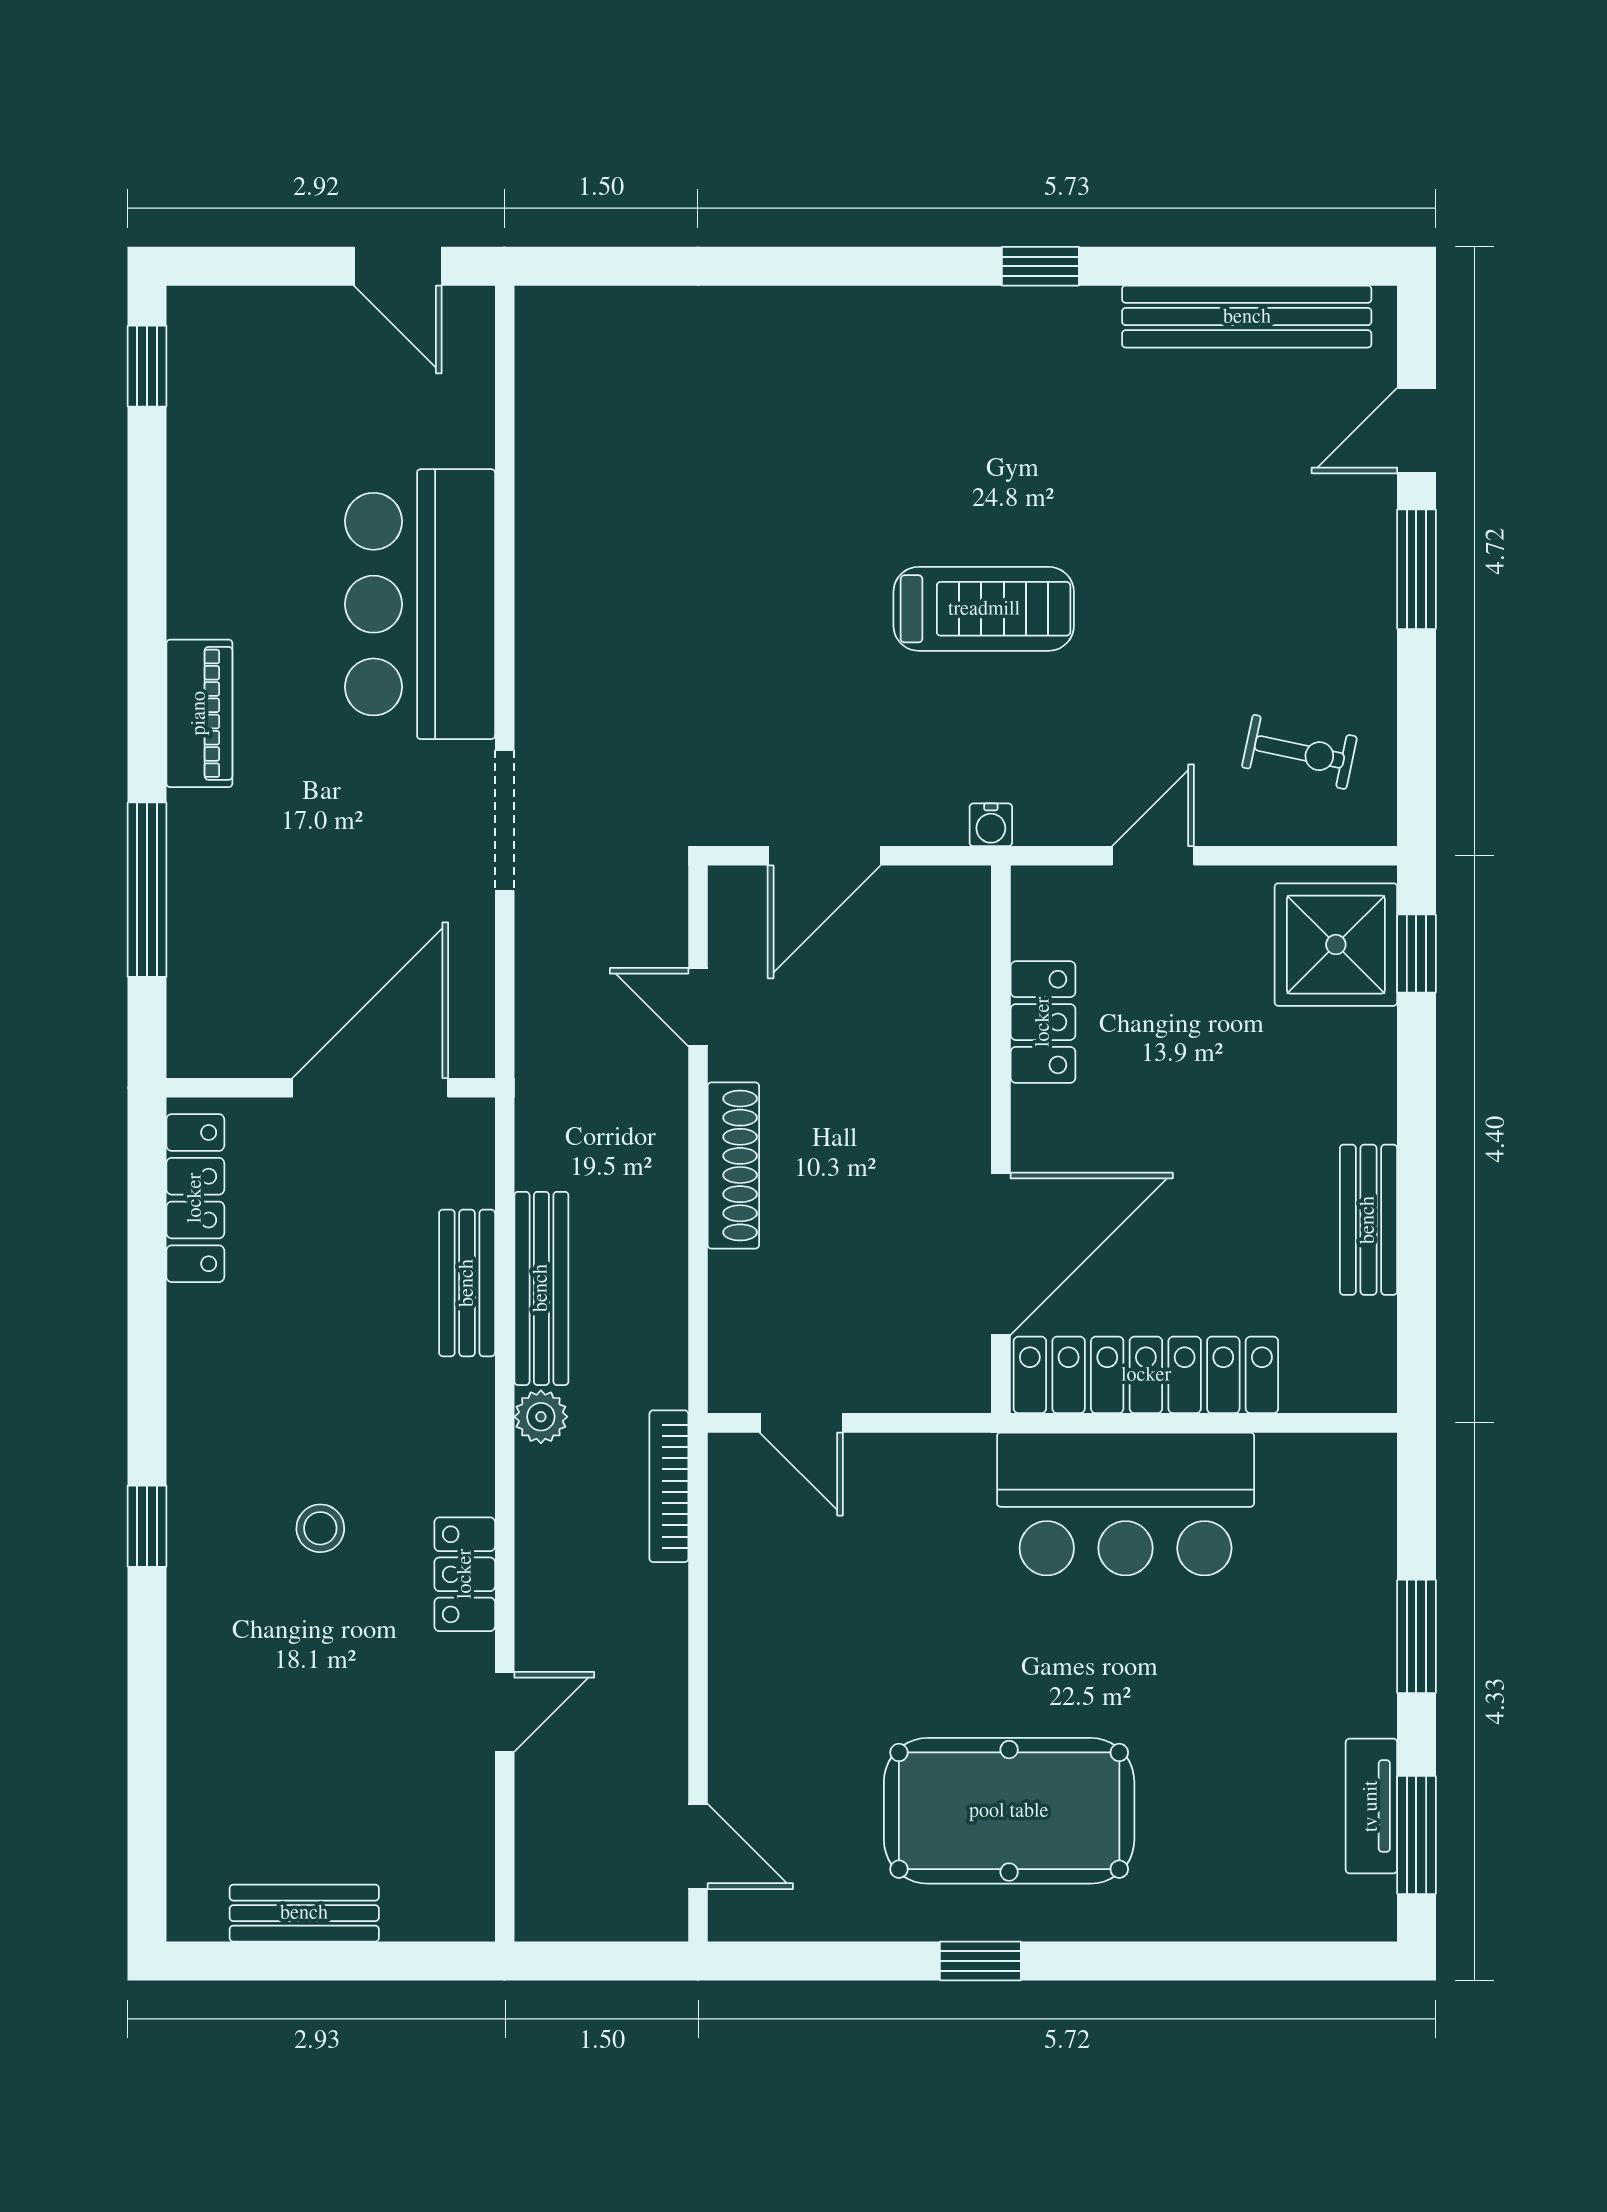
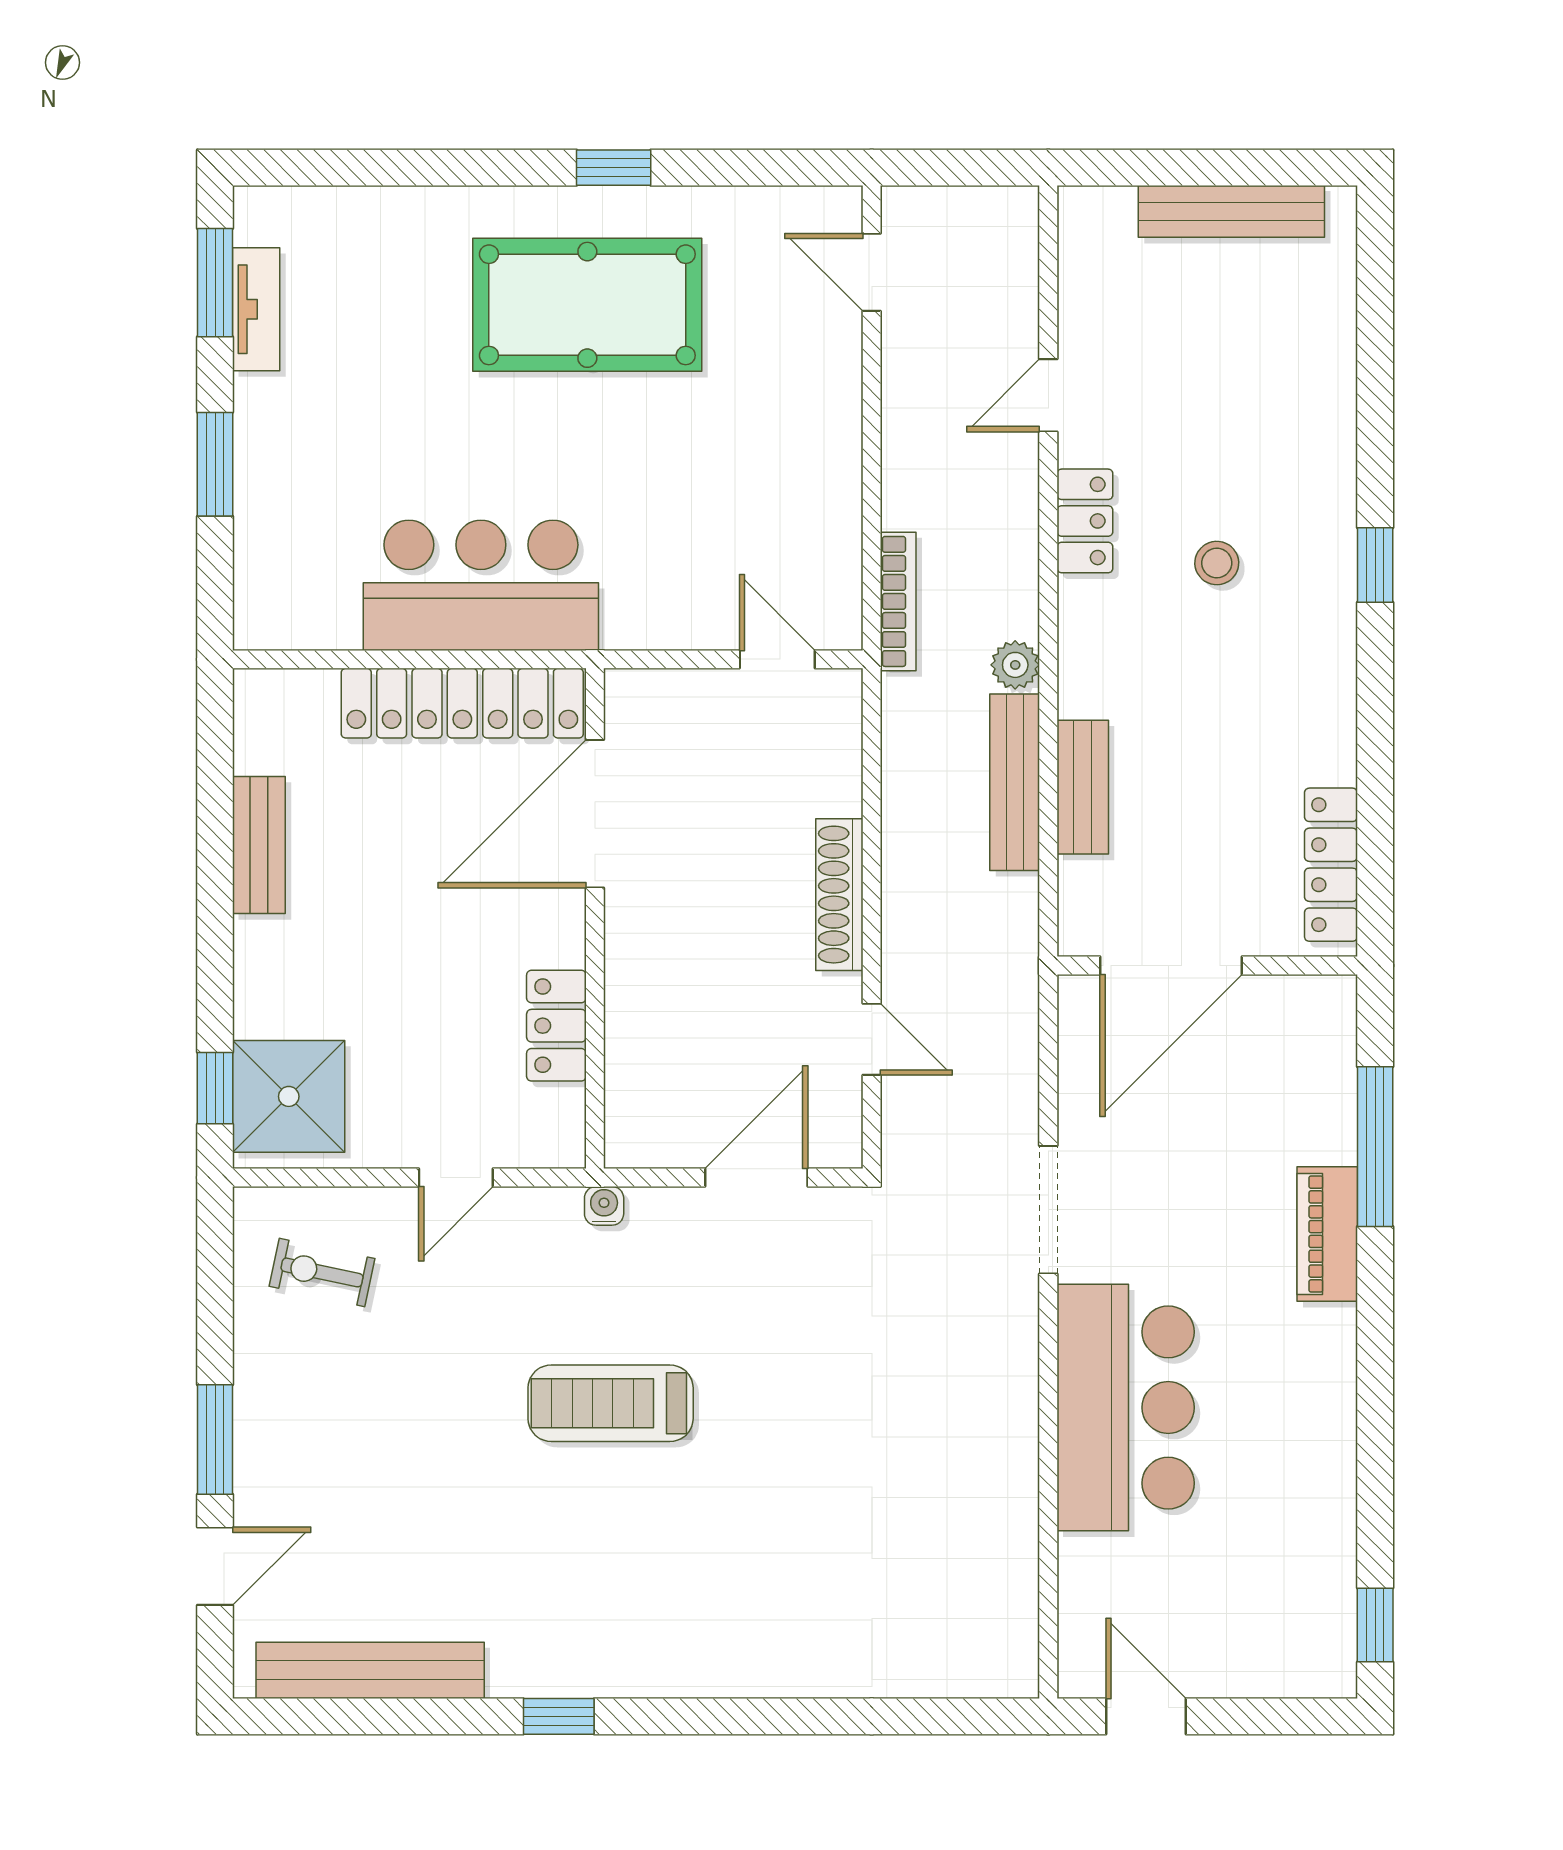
piano: (199, 713) -> (1327, 1234), moved
bench: (304, 1913) -> (1231, 211), width x1.36

